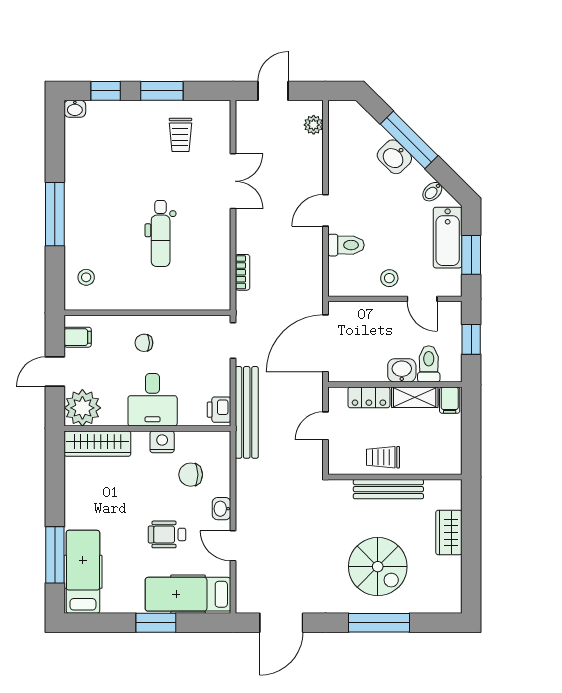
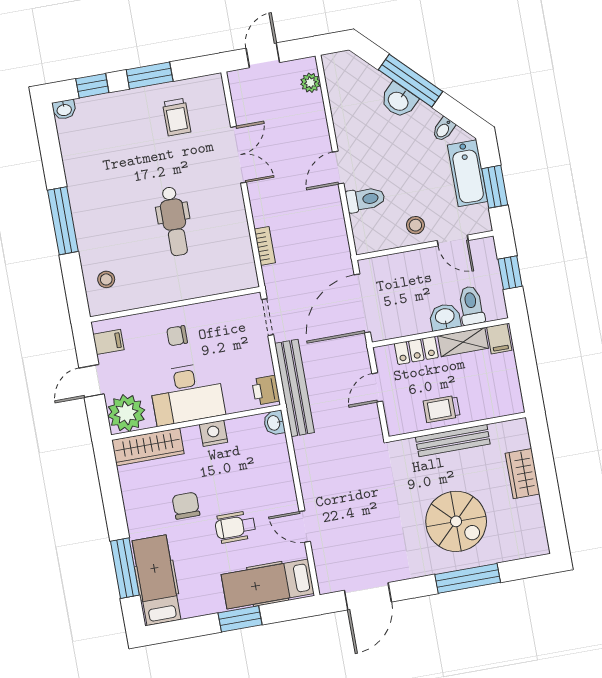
desk: (153, 400) -> (187, 394), width x1.37
chair: (191, 475) -> (186, 506), moved, turned 90
washbasin: (222, 509) -> (274, 423), moved

